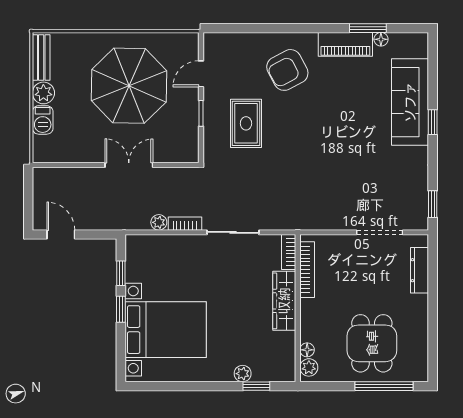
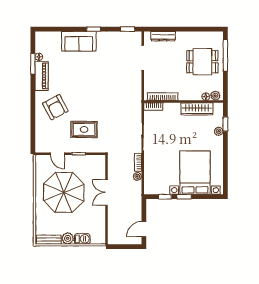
sofa: (410, 102) -> (79, 41), width x0.73
window: (433, 122) -> (94, 29), moved
wardrobe: (284, 301) -> (197, 109), moved

